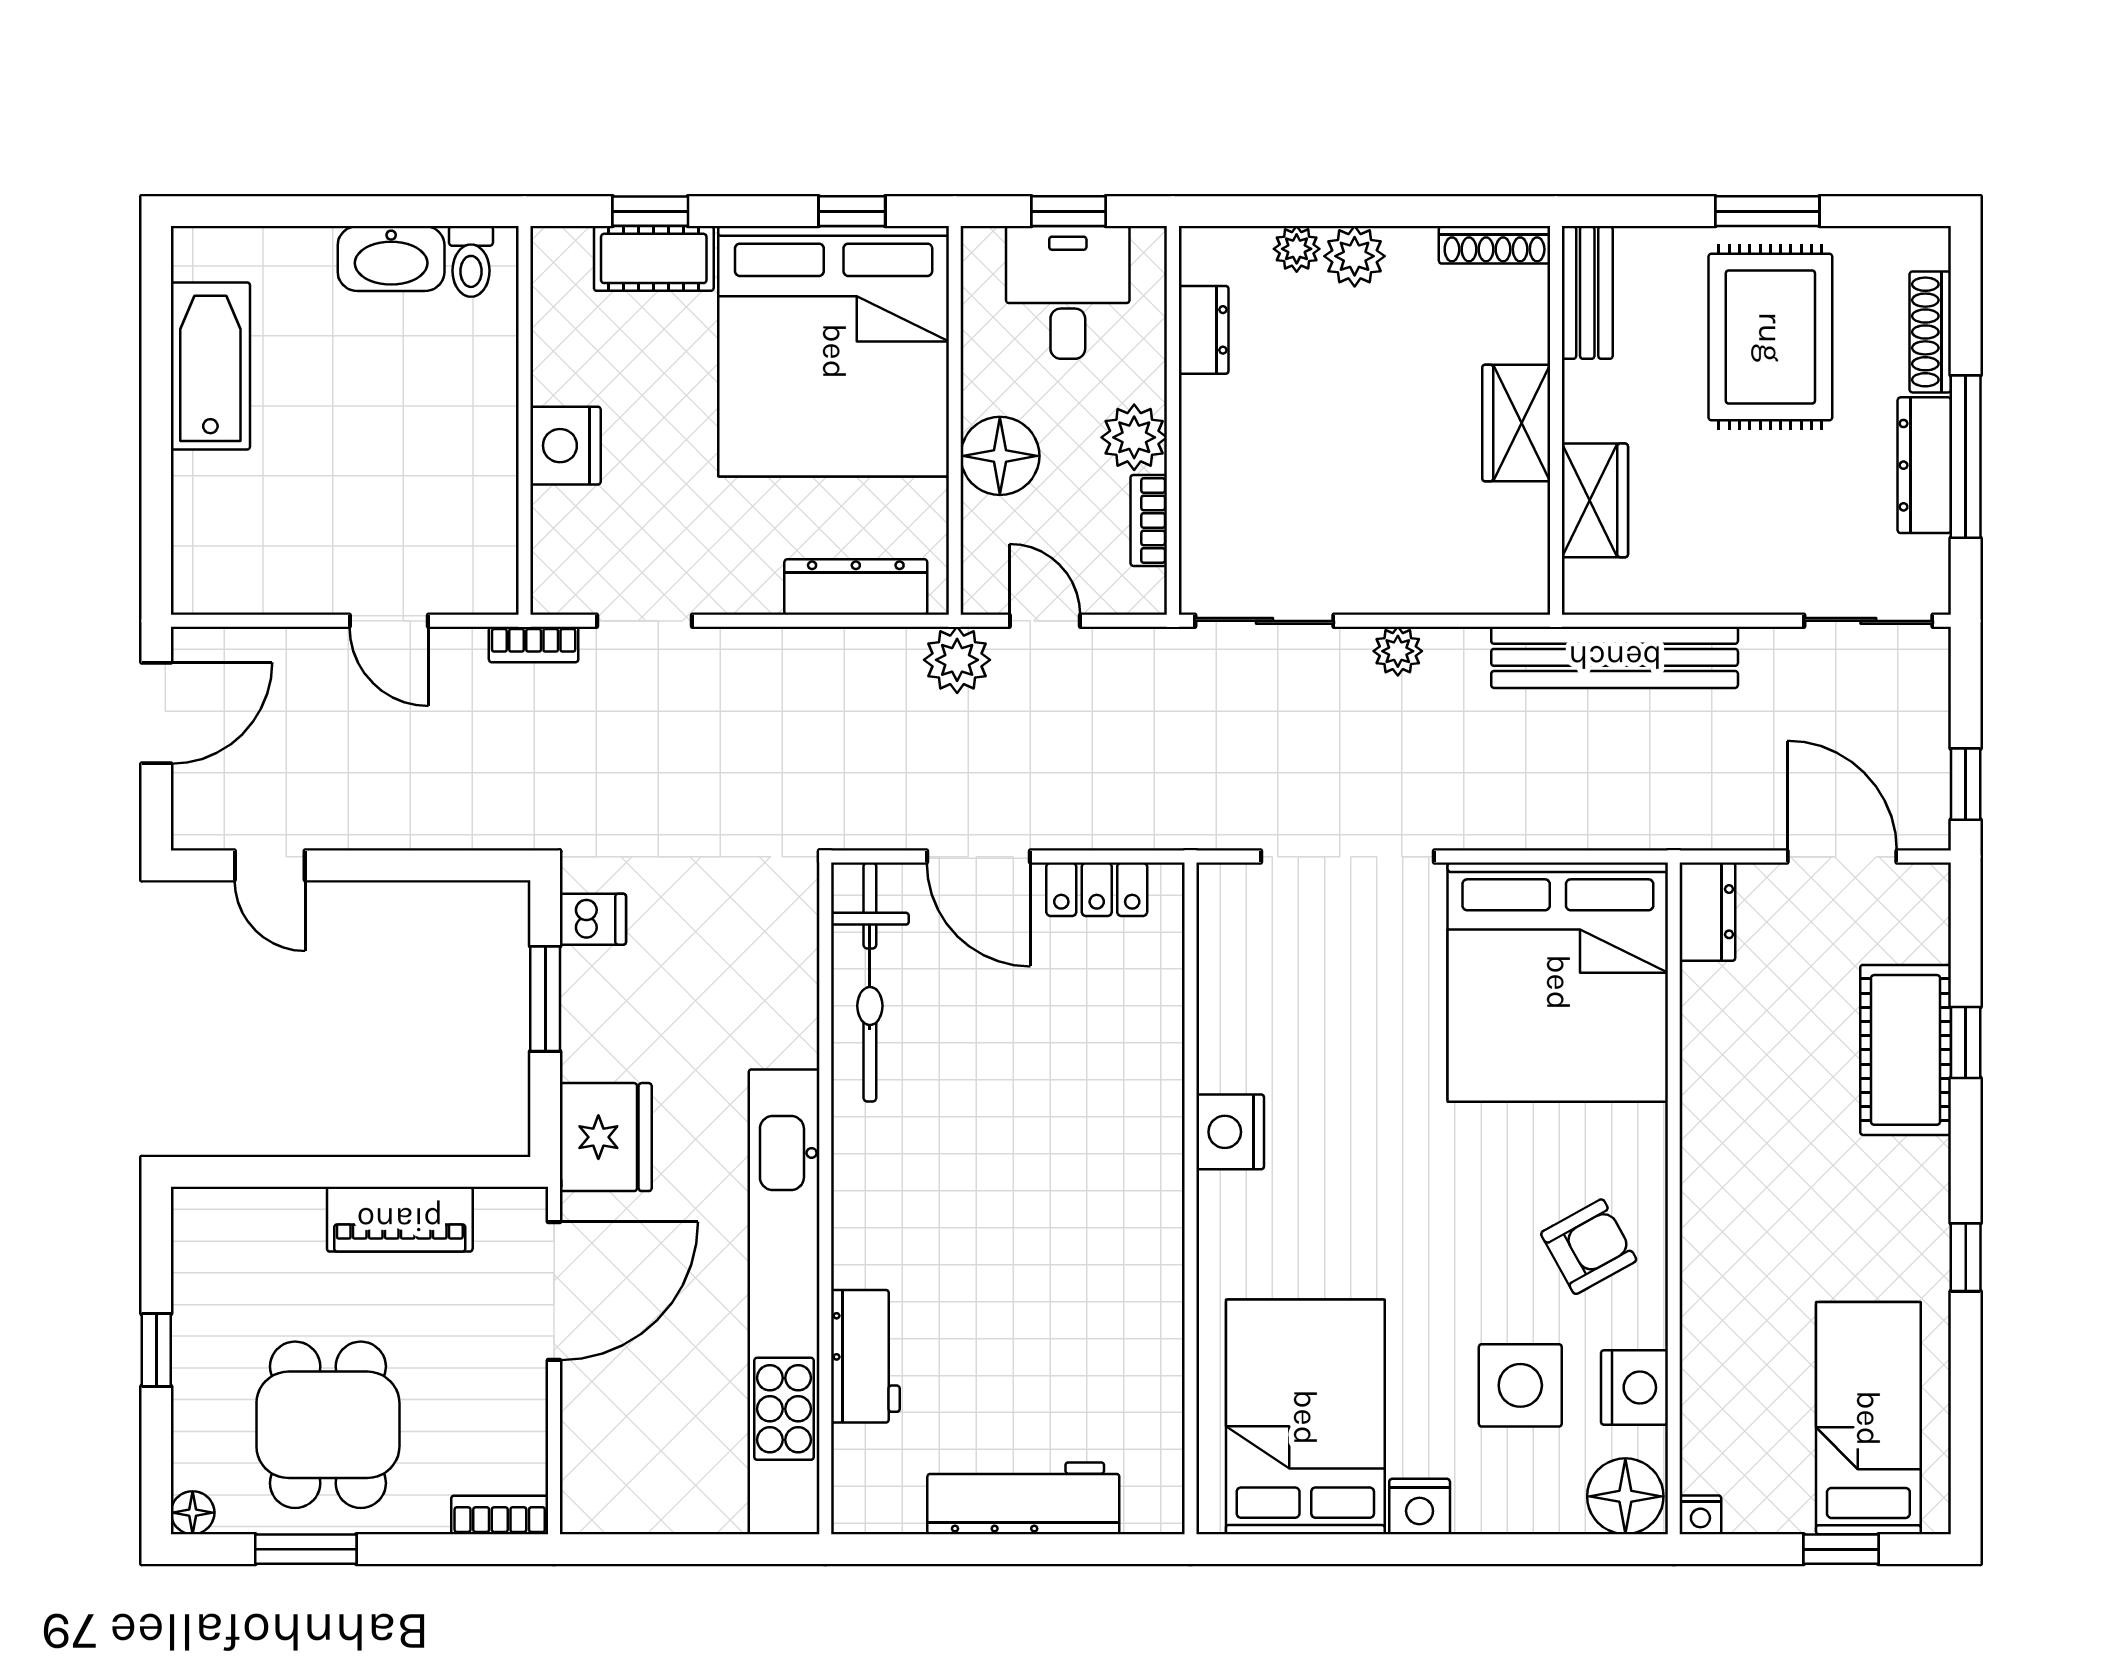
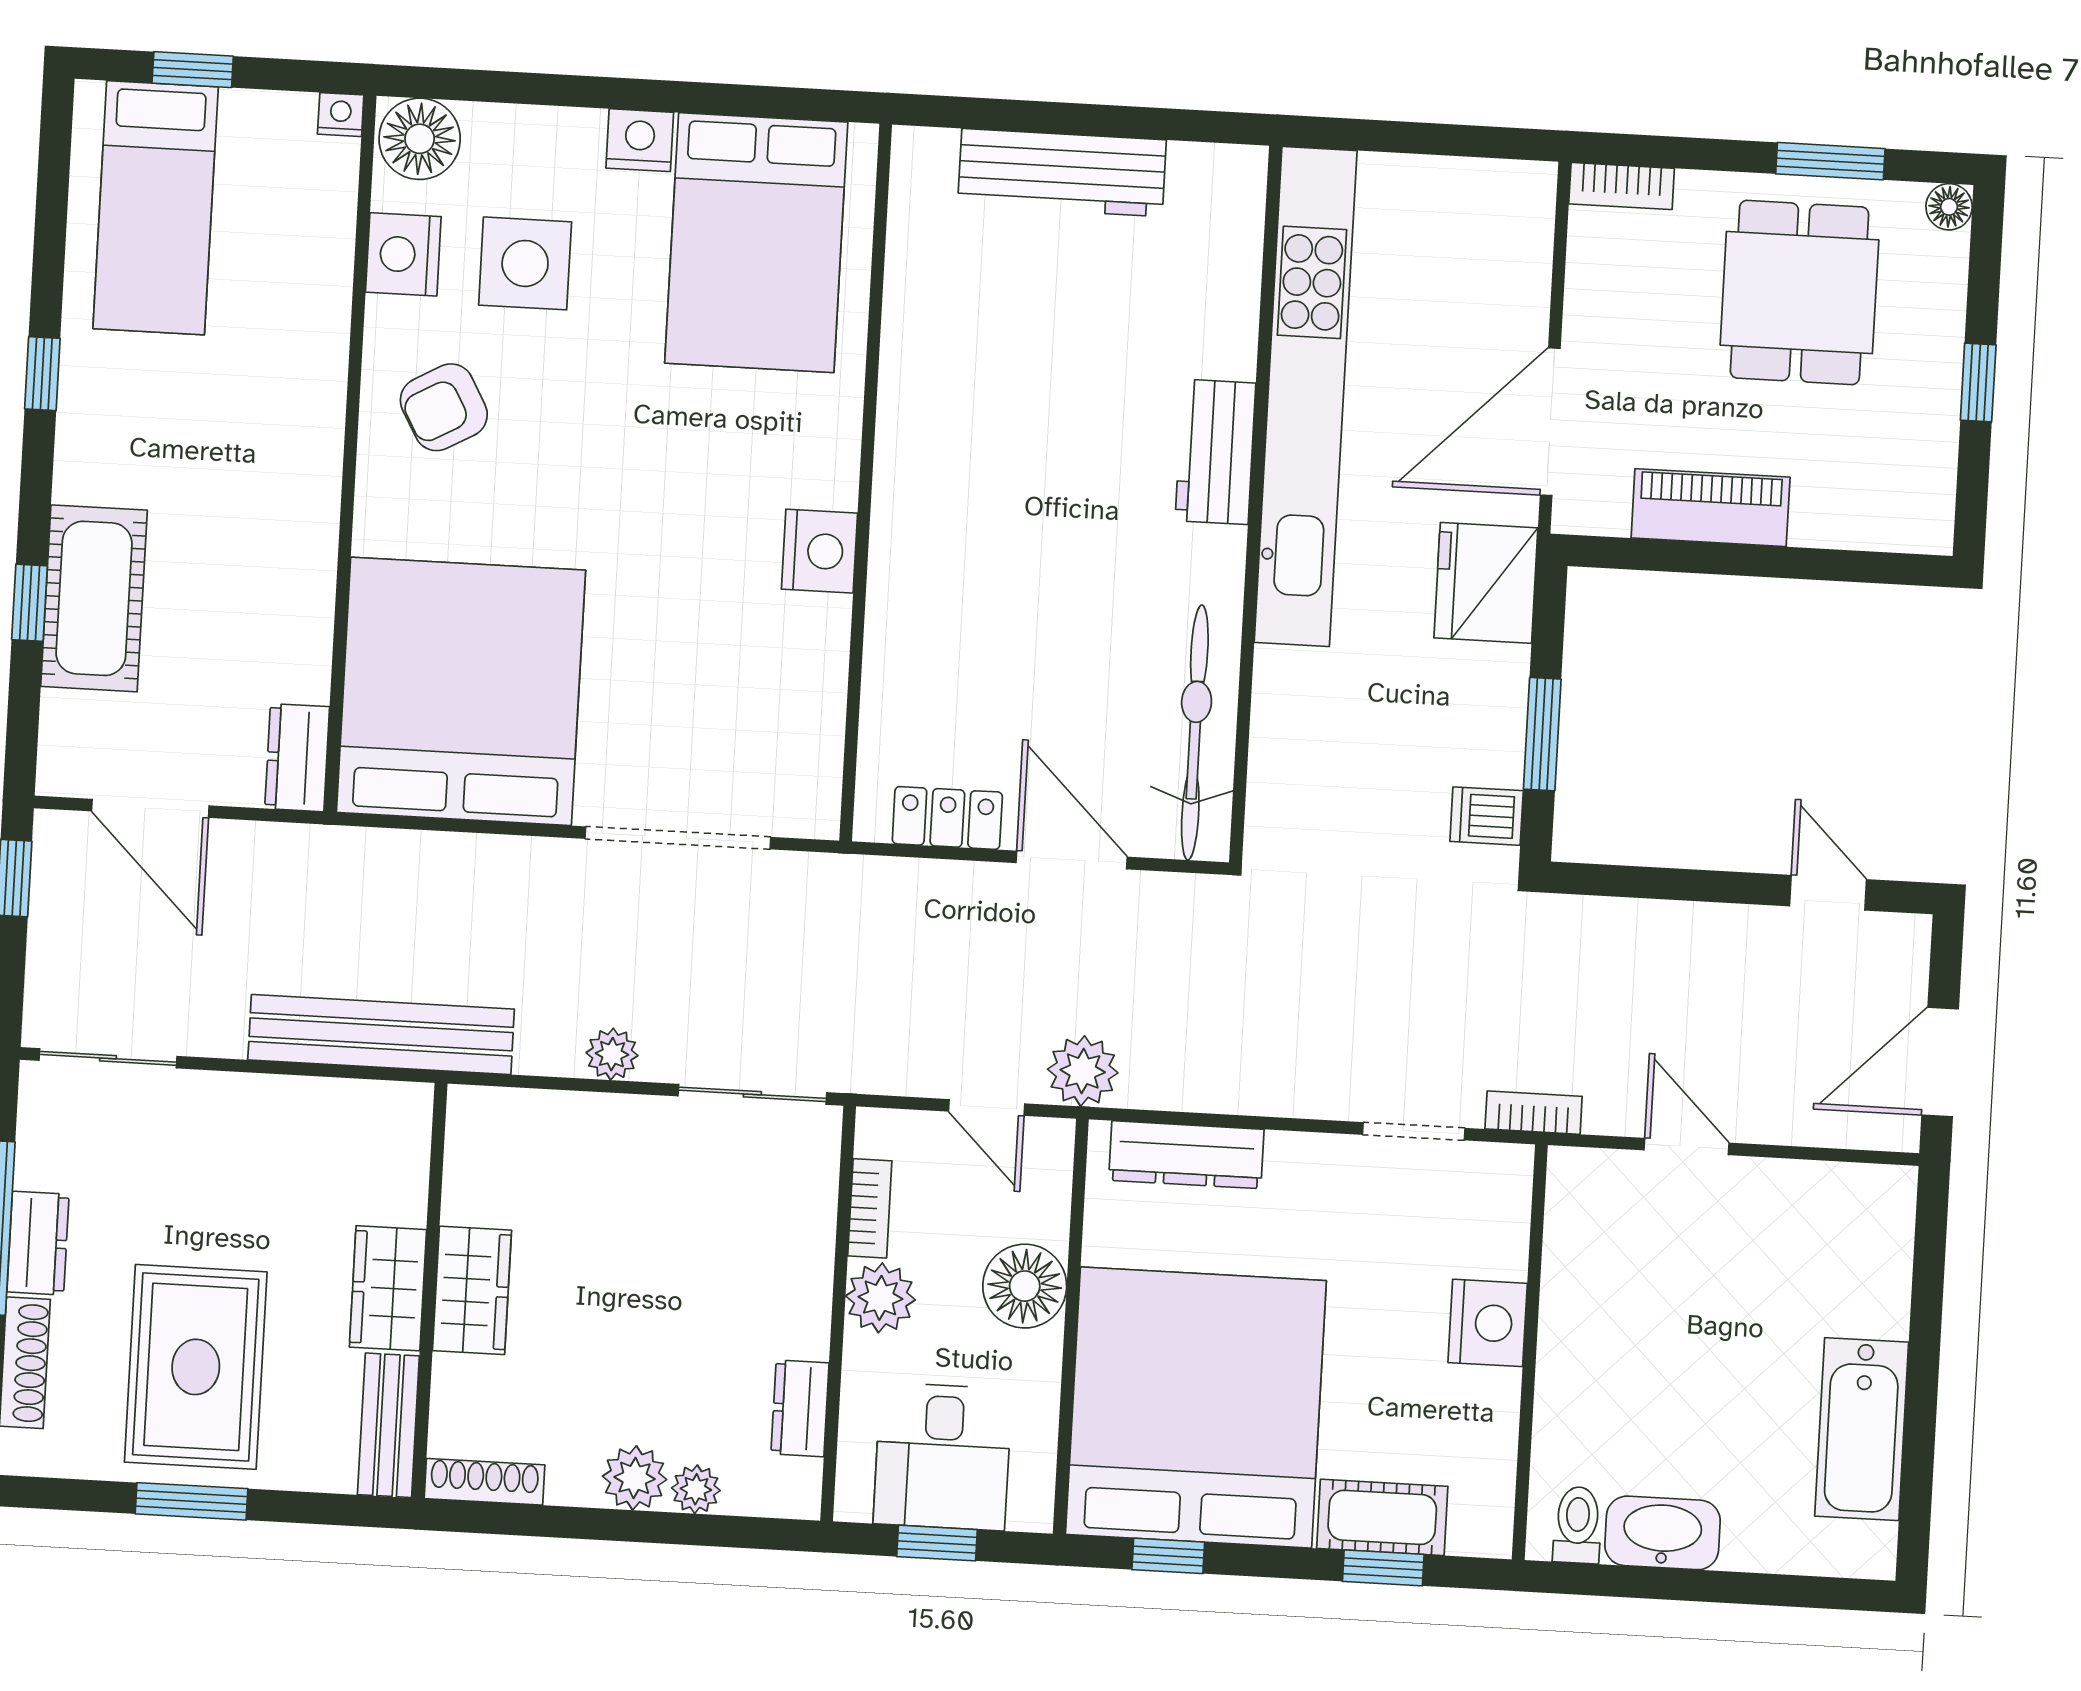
dresser: (1924, 465) -> (38, 1243), width x0.70
wardrobe: (1595, 500) -> (388, 1288), moved
workbench: (865, 1356) -> (1215, 452), moved

